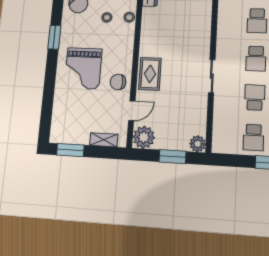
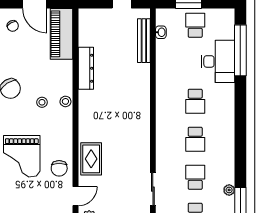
sliding door: (212, 76) -> (153, 189), moved
chair: (118, 82) -> (59, 168), turned -90

